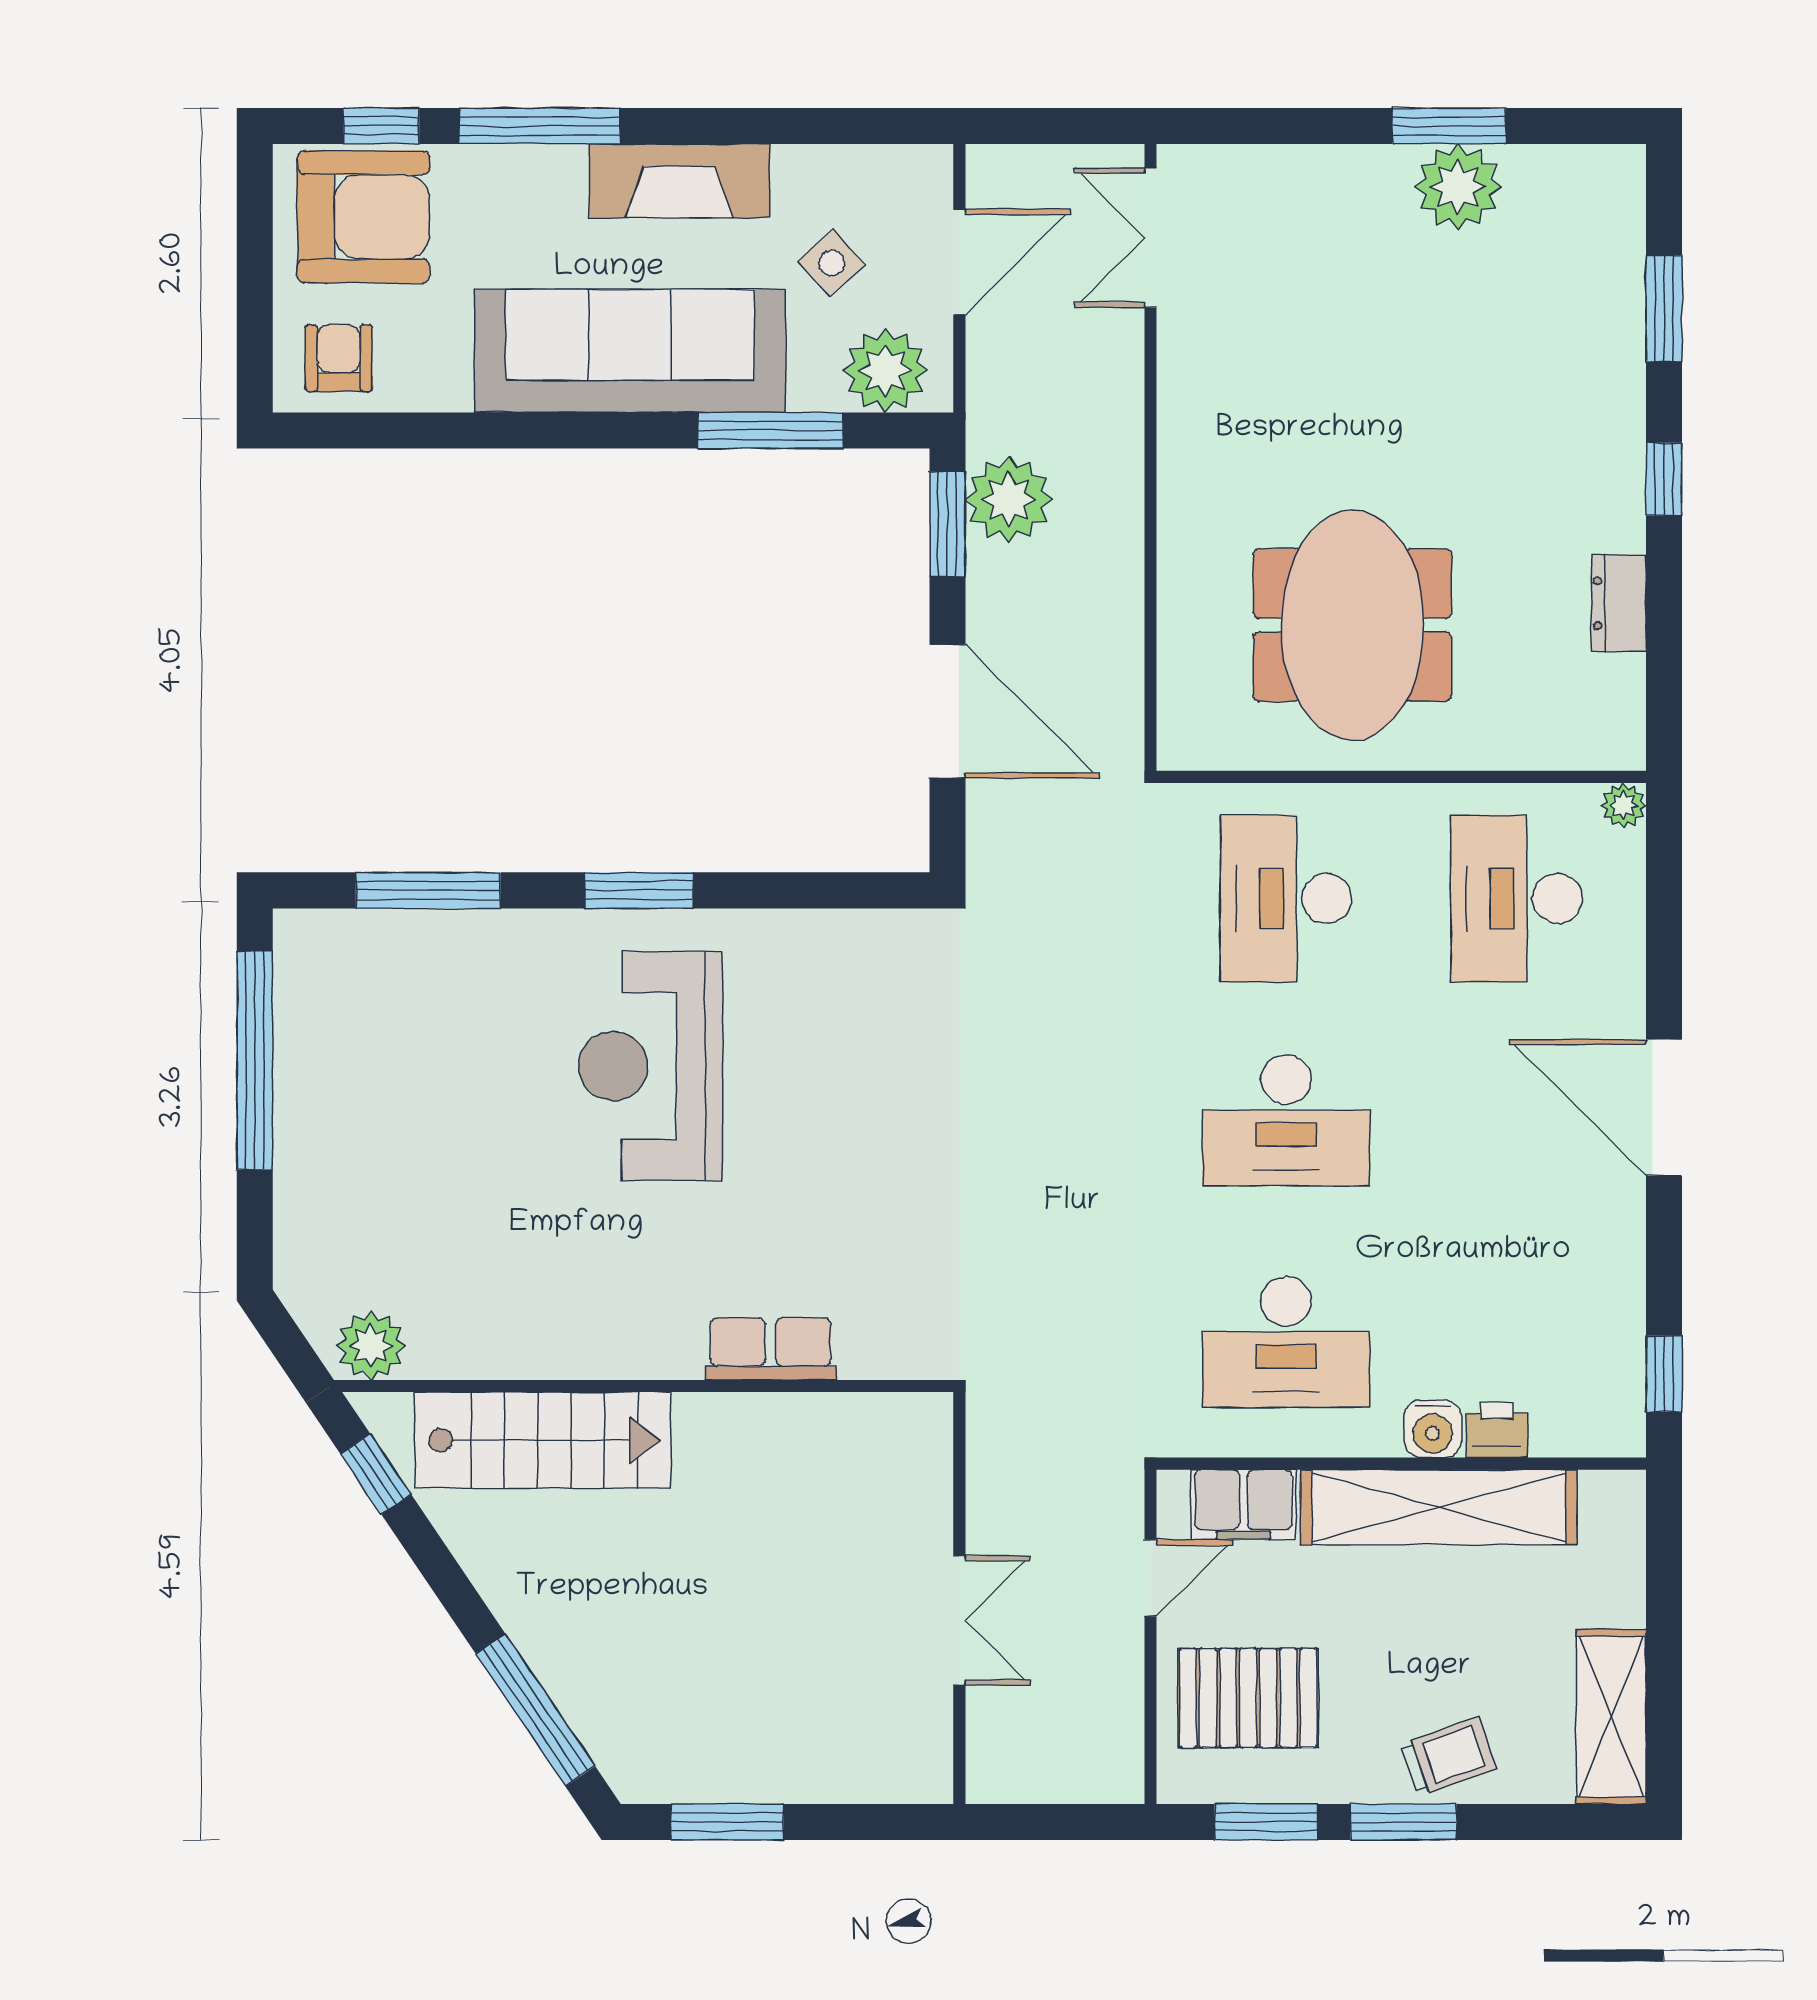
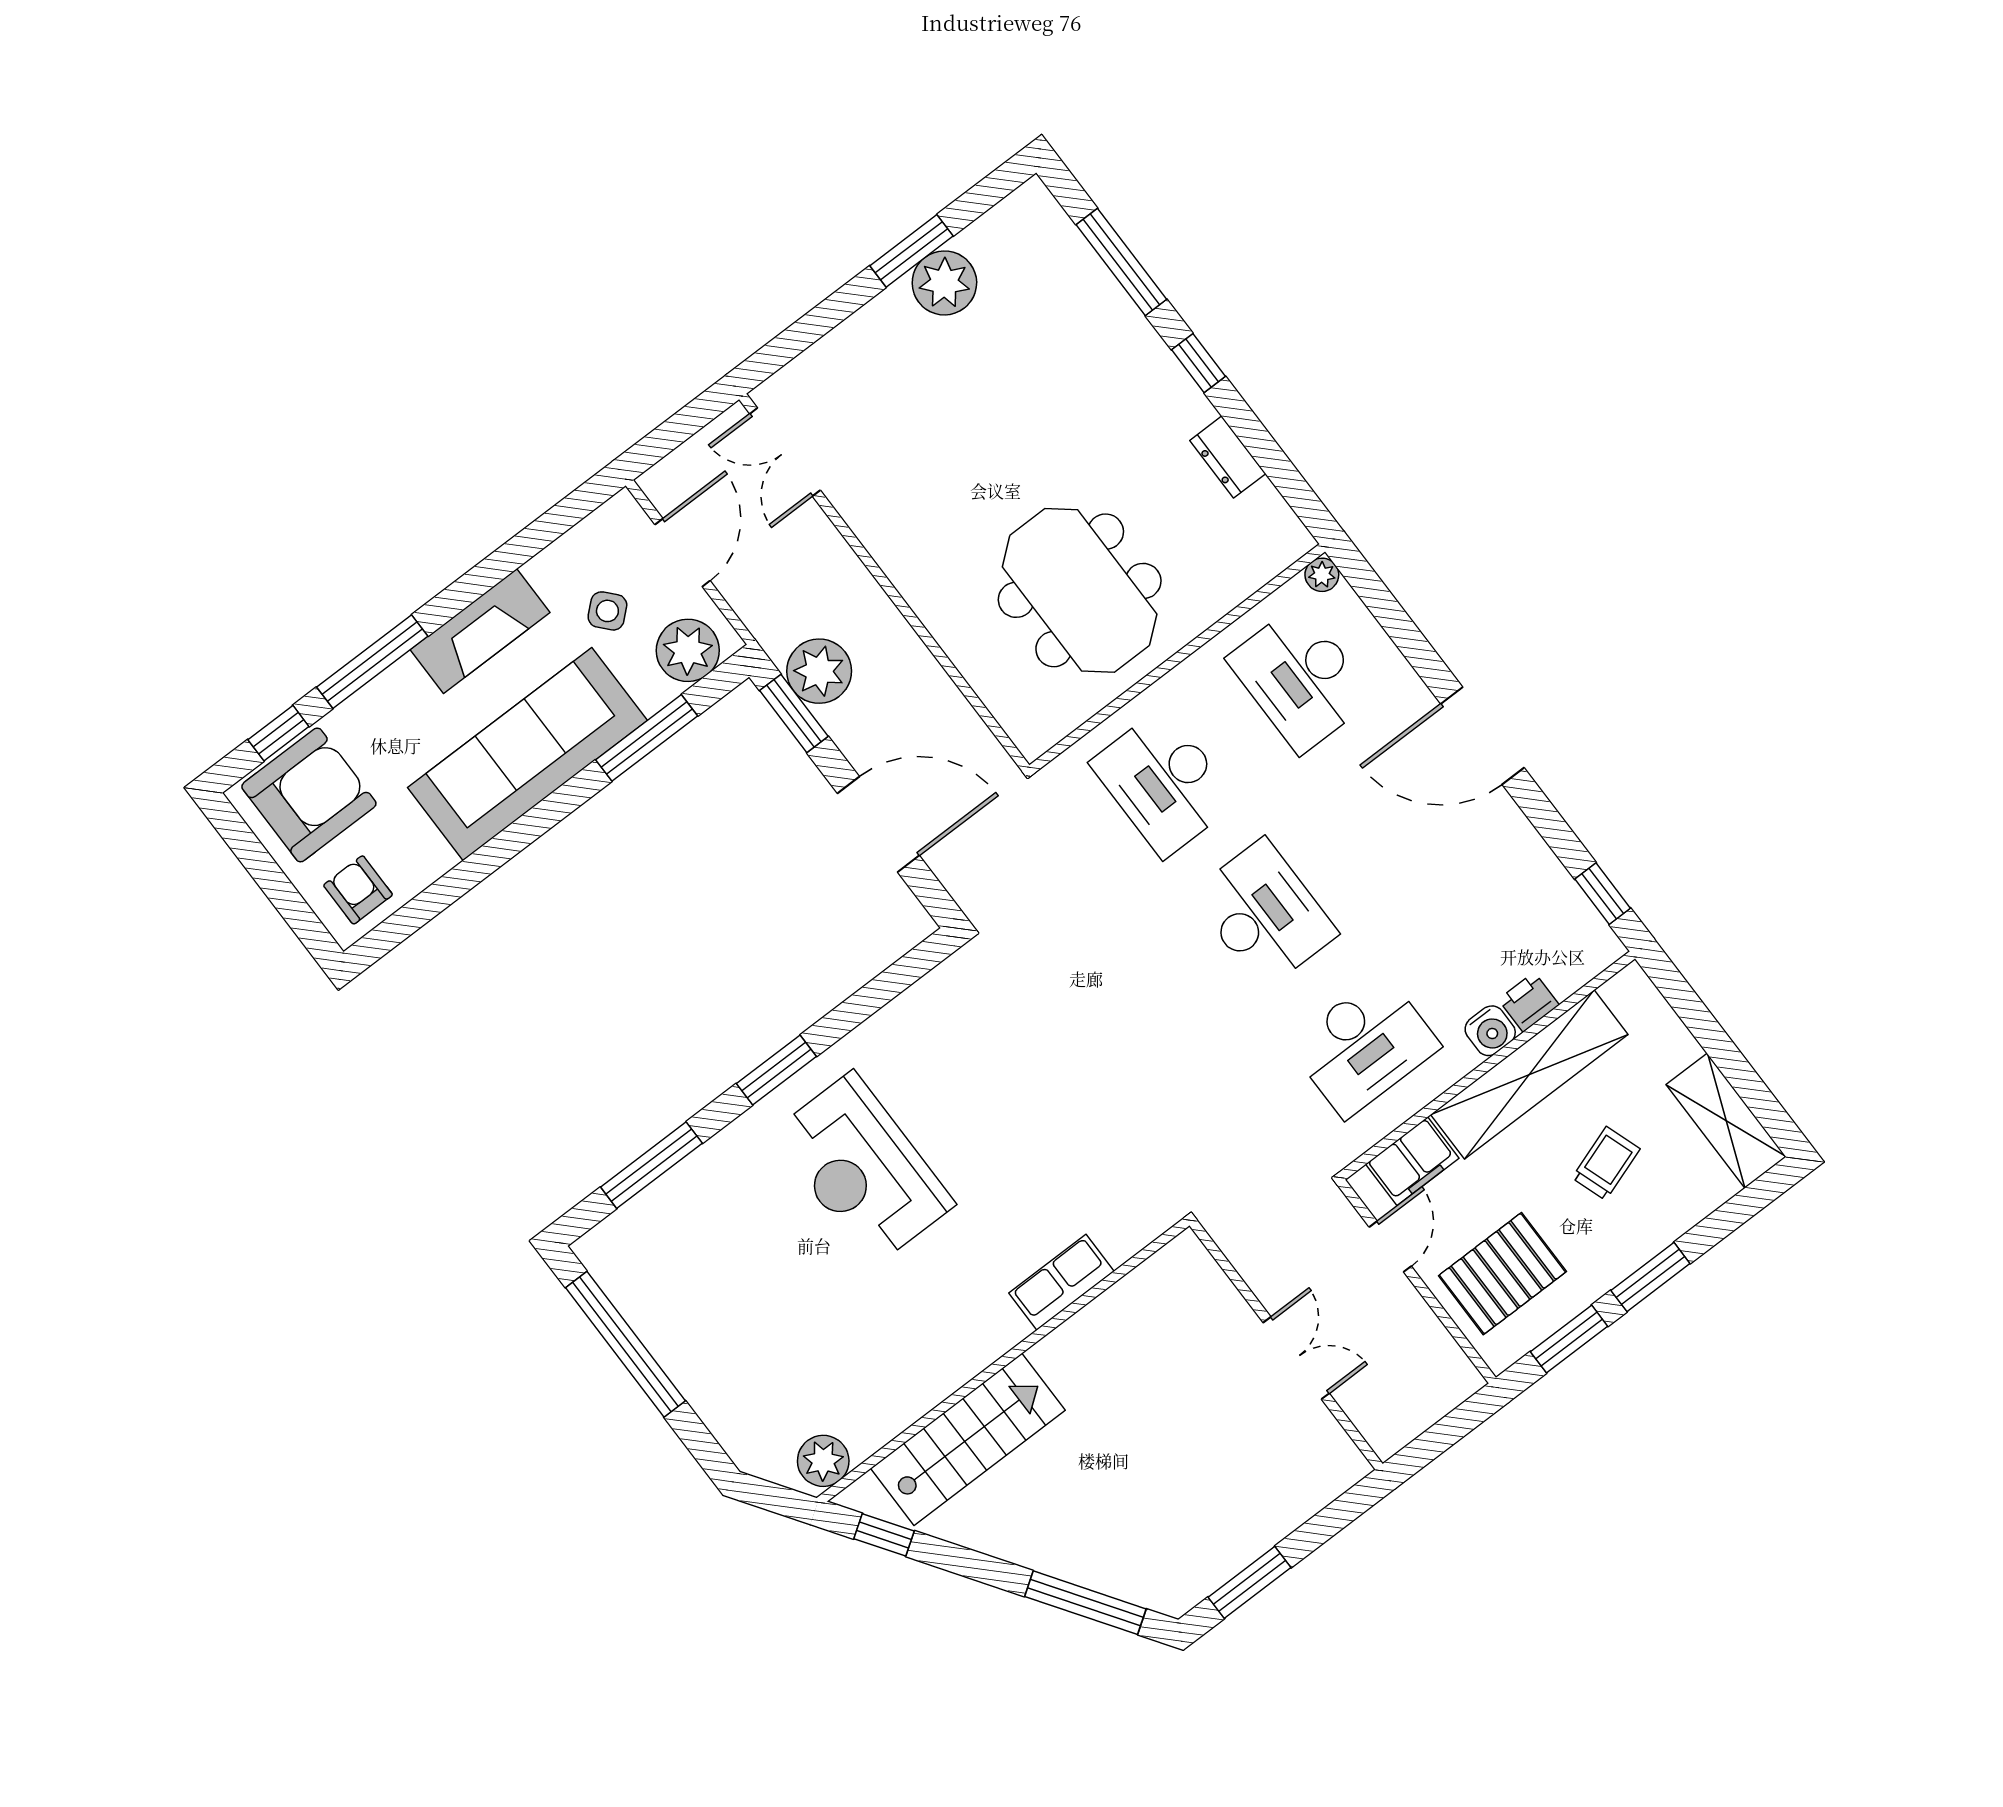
window: (1664, 309) -> (1121, 262), width x1.44
desk: (1286, 1120) -> (1264, 914), turned -90
trolley: (1448, 1756) -> (1606, 1163), moved

